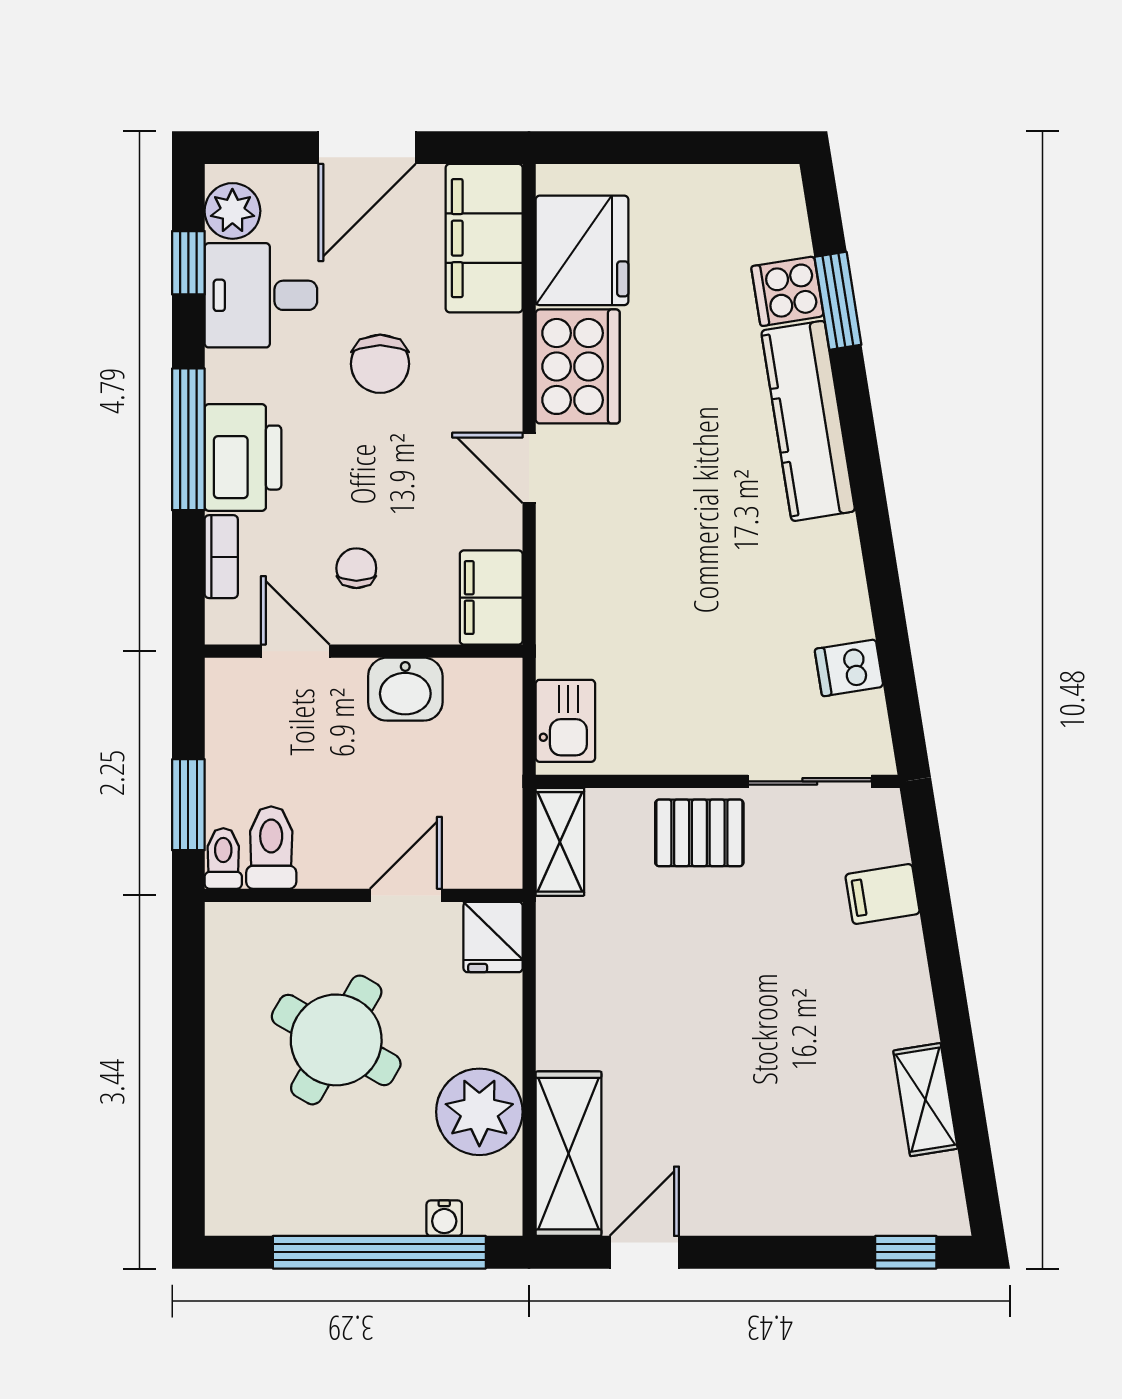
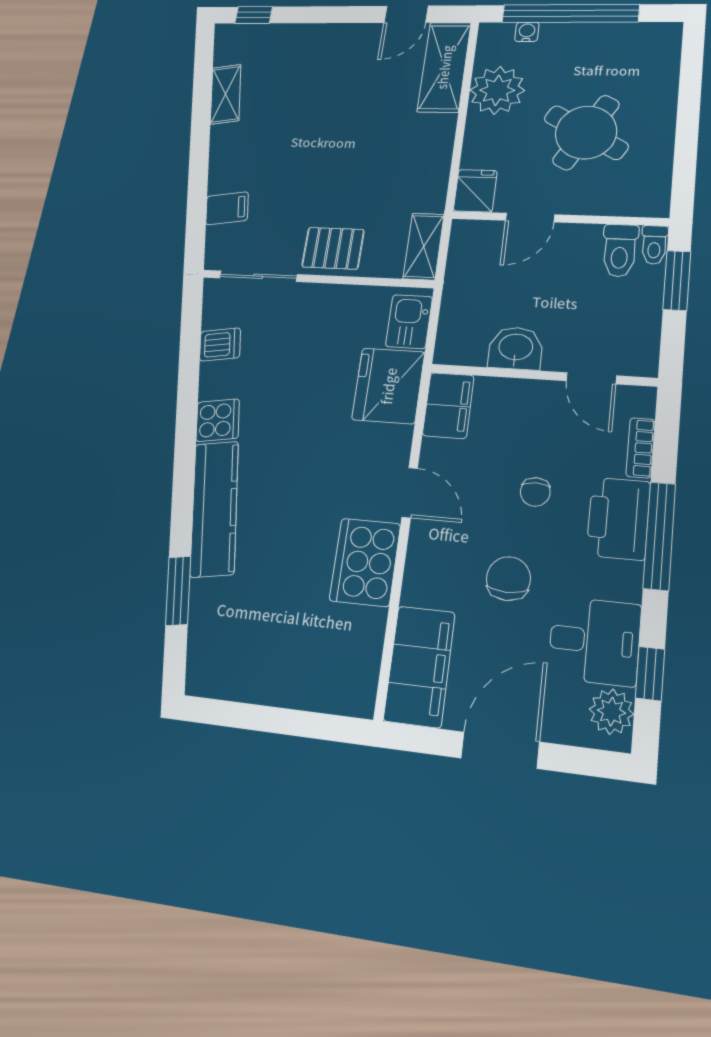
fridge: (582, 250) -> (388, 386), moved
cooker: (787, 291) -> (218, 420), moved
chair: (356, 568) -> (535, 492), moved

